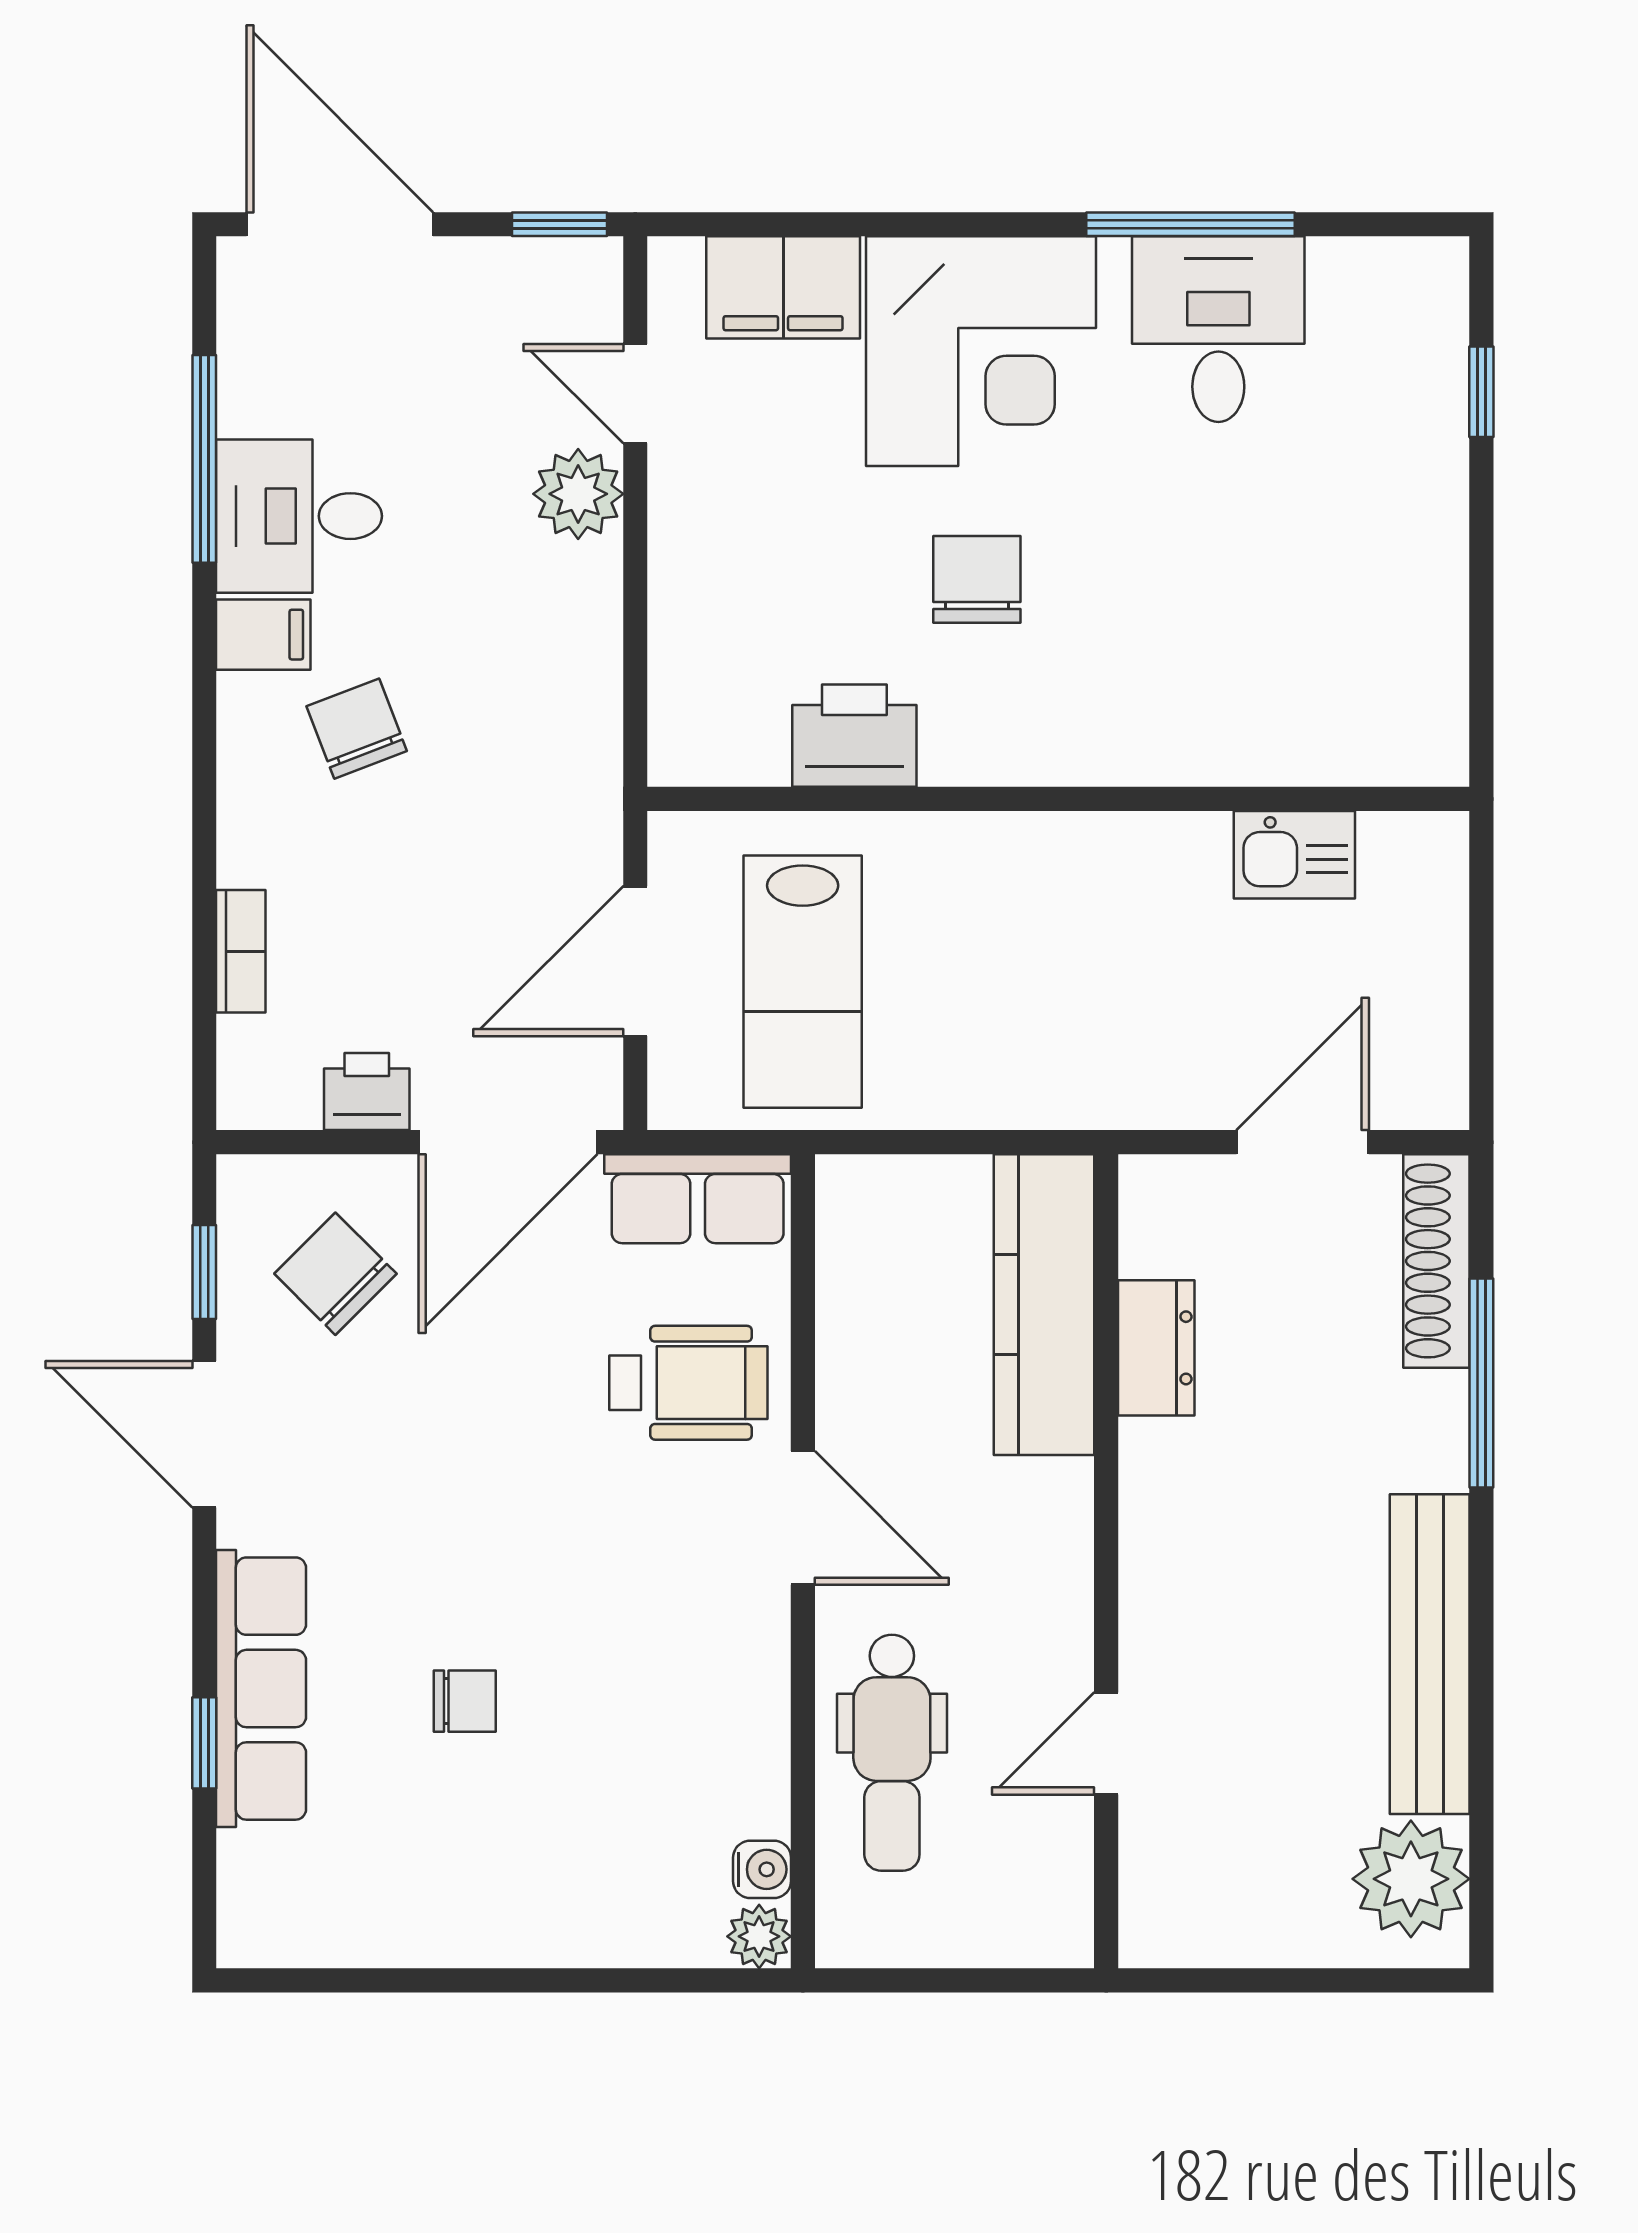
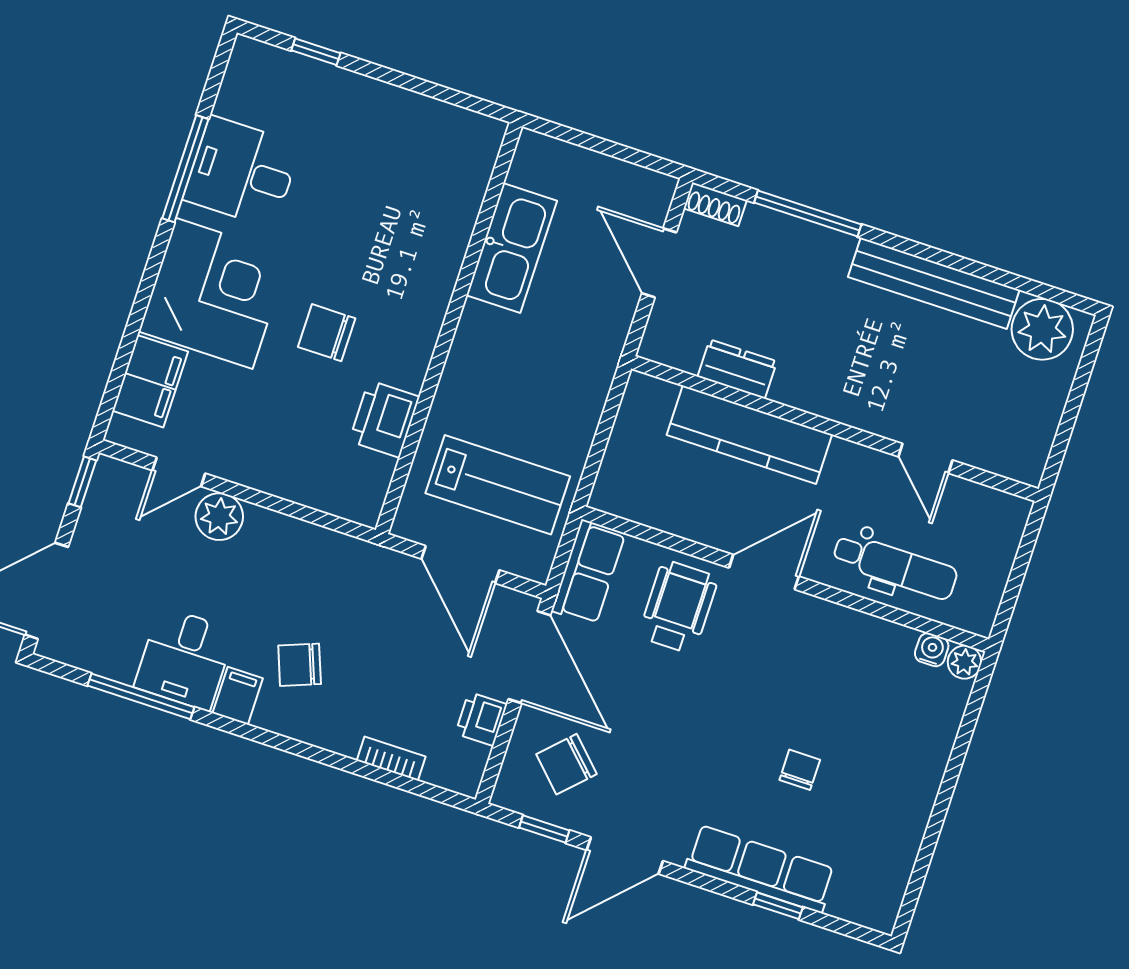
kitchen sink: (1294, 855) -> (512, 248), width x1.88, depth x1.24
shoe rack: (1436, 1261) -> (715, 204), width x0.51, depth x0.81
kitchen counter: (1044, 1305) -> (749, 435), moved

